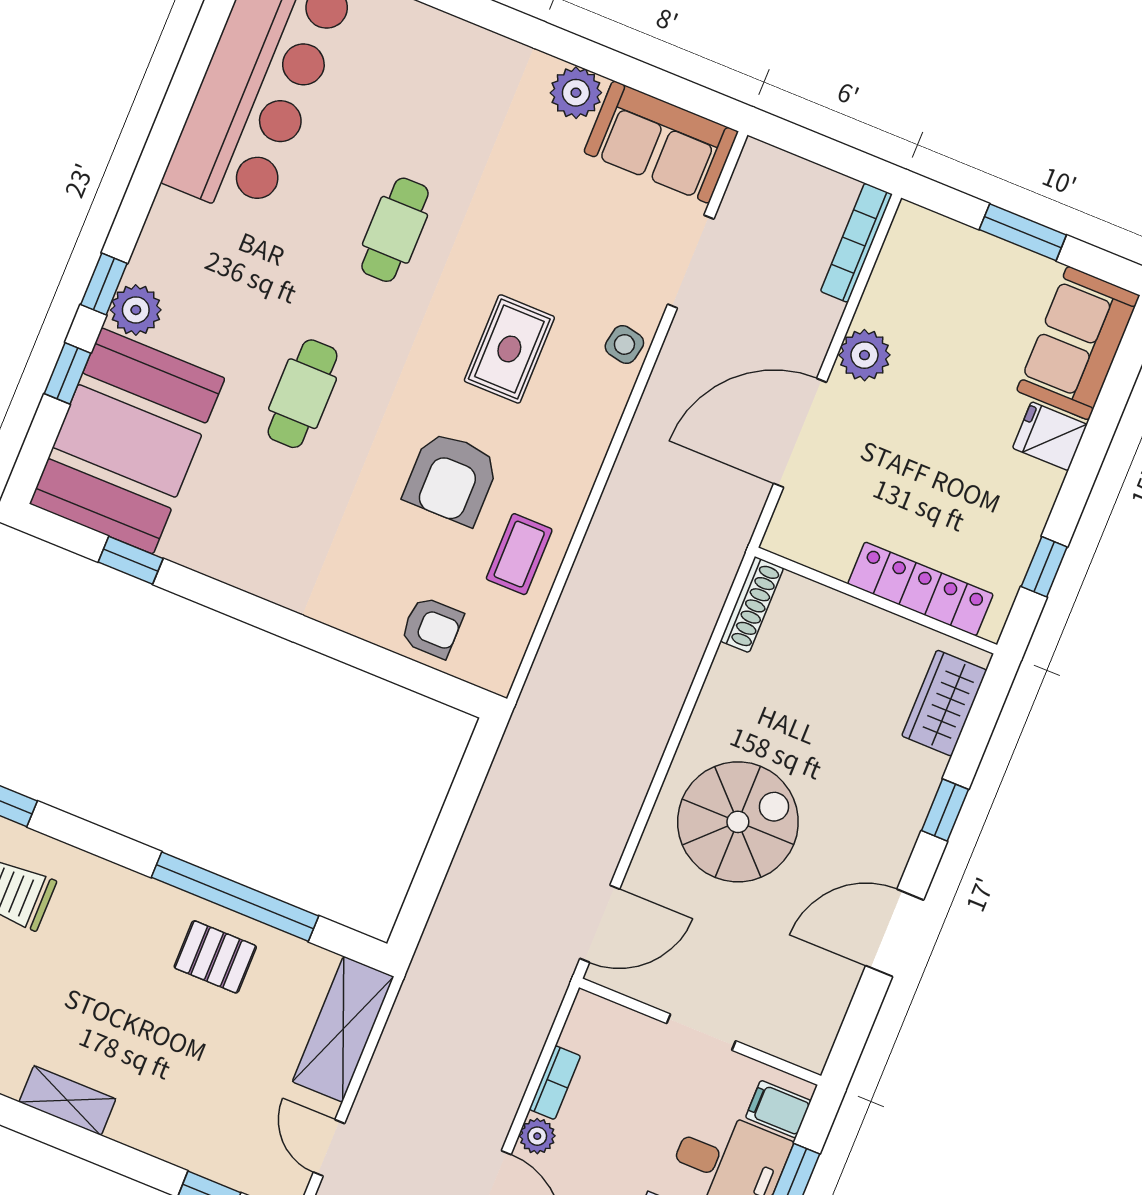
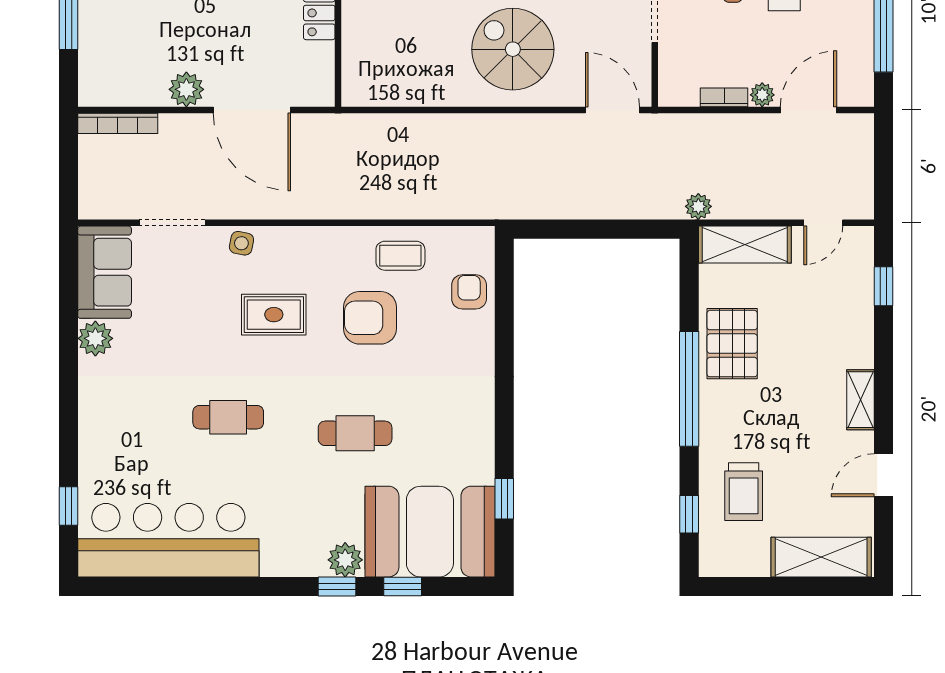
armchair: (451, 478) -> (370, 318), turned 180
shoe rack: (752, 605) -> (372, 96), removed
window: (235, 897) -> (689, 389), moved
pallet: (215, 957) -> (732, 344), width x1.50, depth x1.42
plant: (421, 987) -> (698, 206), added

